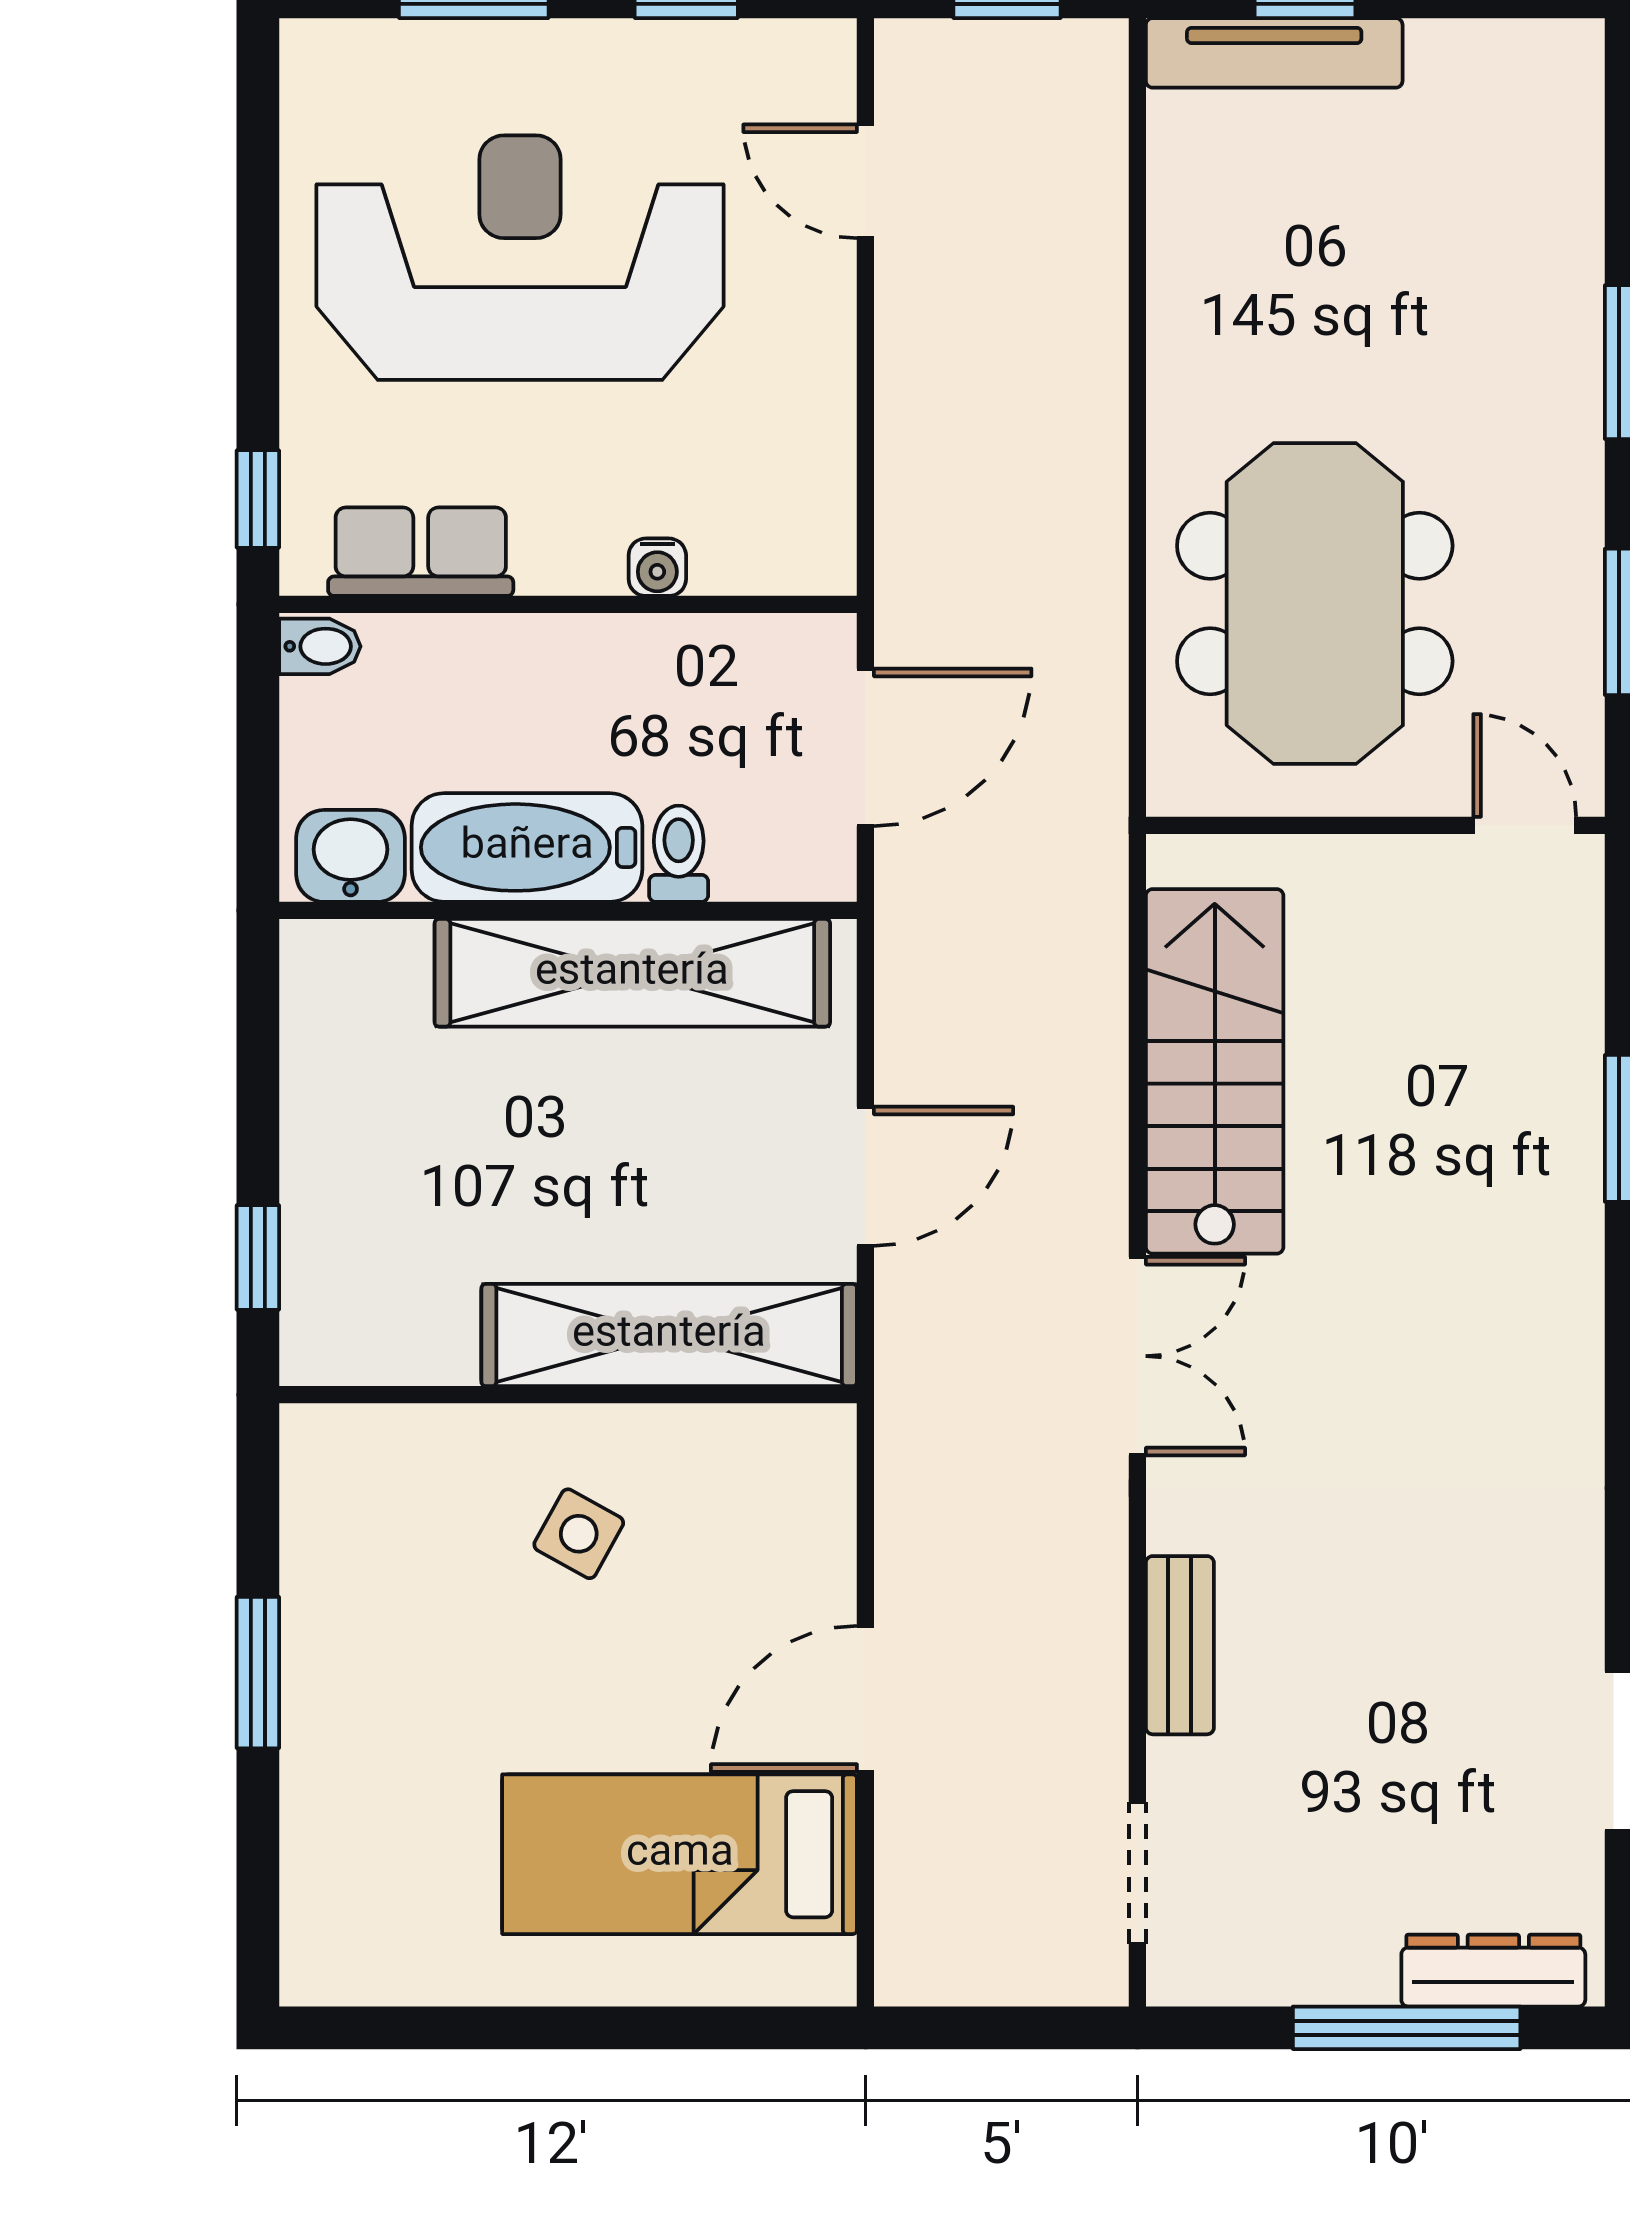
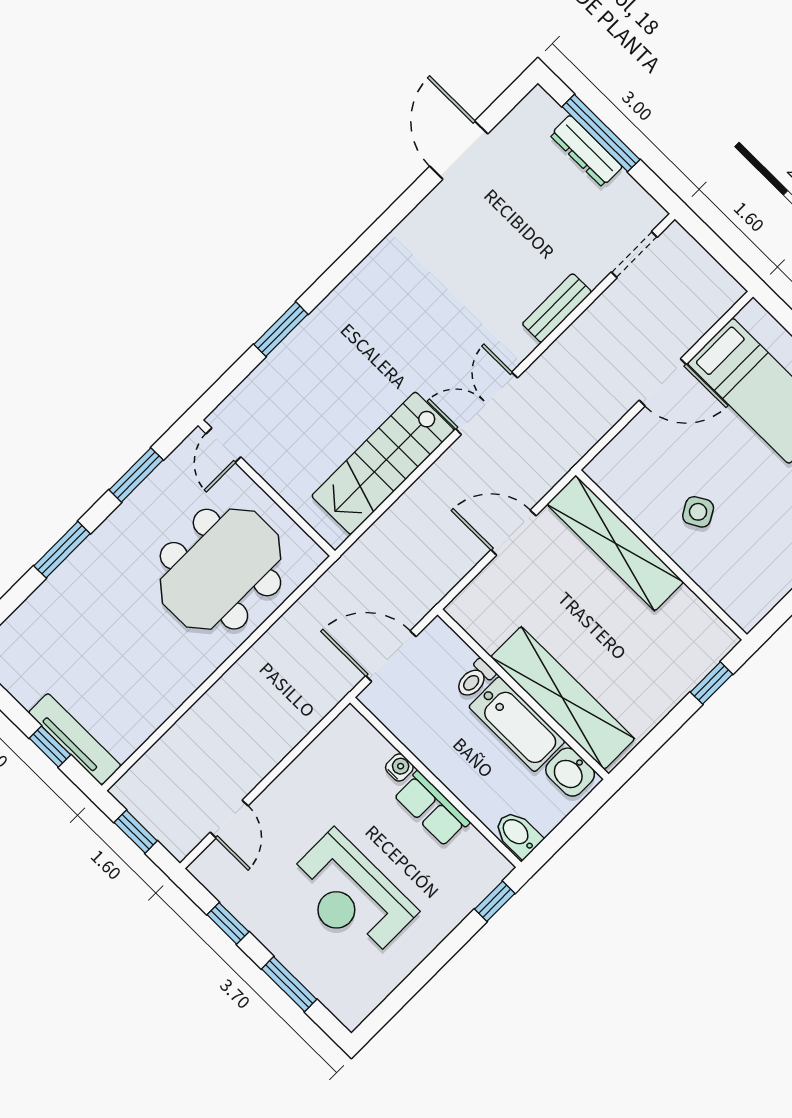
reception desk: (520, 258) -> (350, 896), width x0.74, depth x0.77
row of seats: (421, 552) -> (432, 809), moved
bidet: (320, 646) -> (518, 834), width x1.38, depth x1.36
shelving: (632, 973) -> (563, 698), moved
side table: (579, 1534) -> (698, 512), turned 31
dresser: (1493, 1971) -> (586, 151), moved

